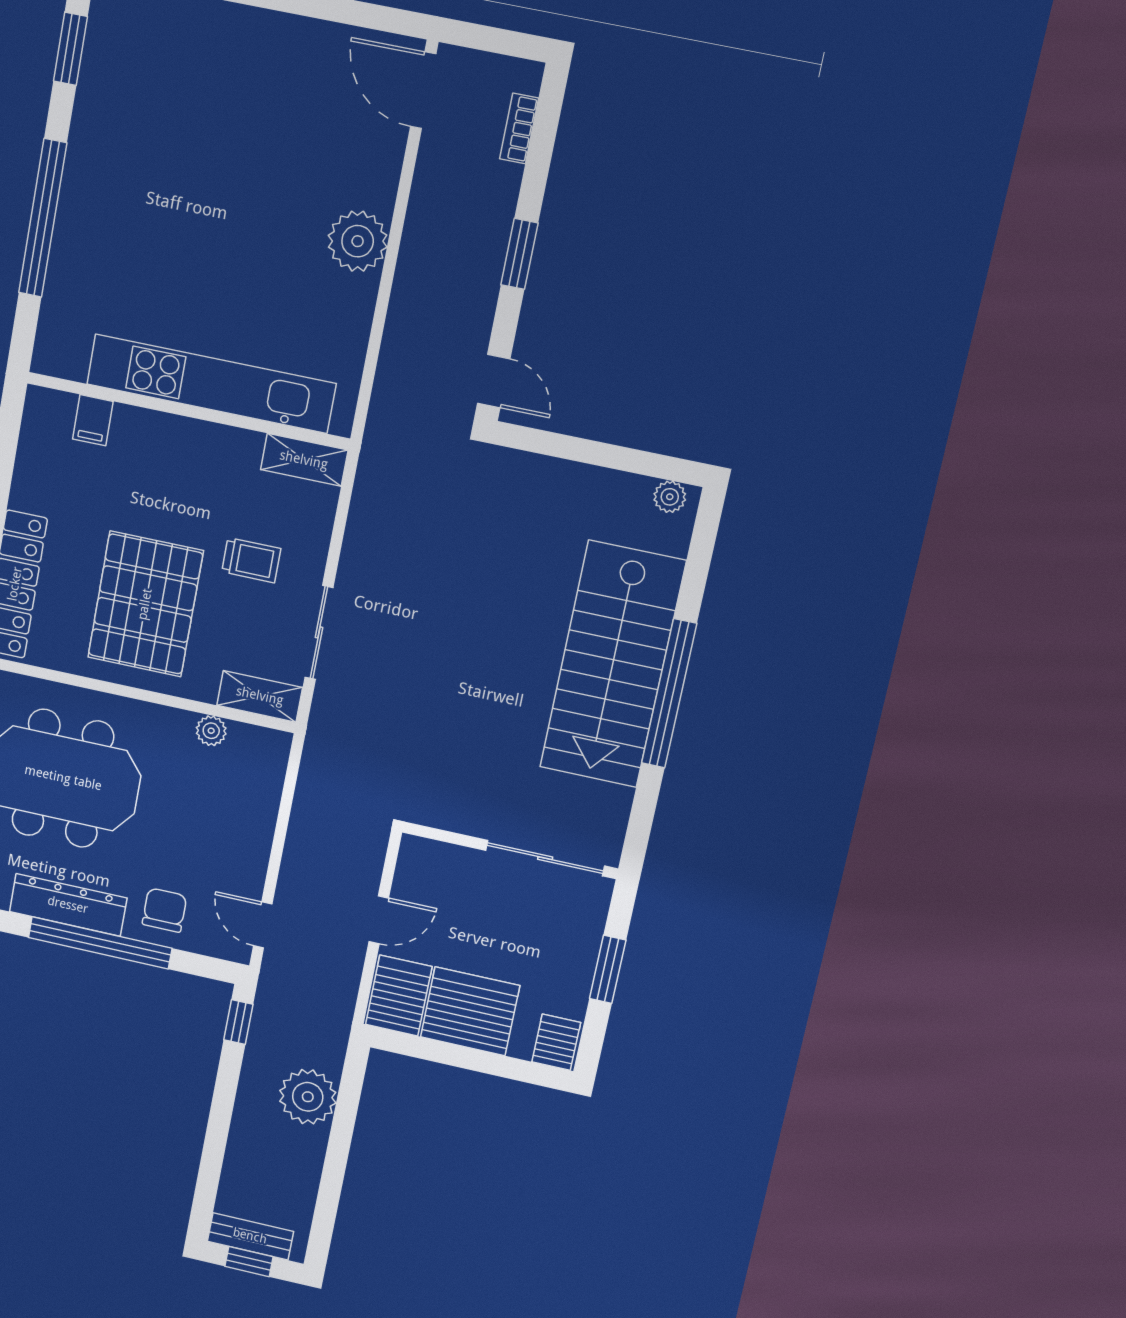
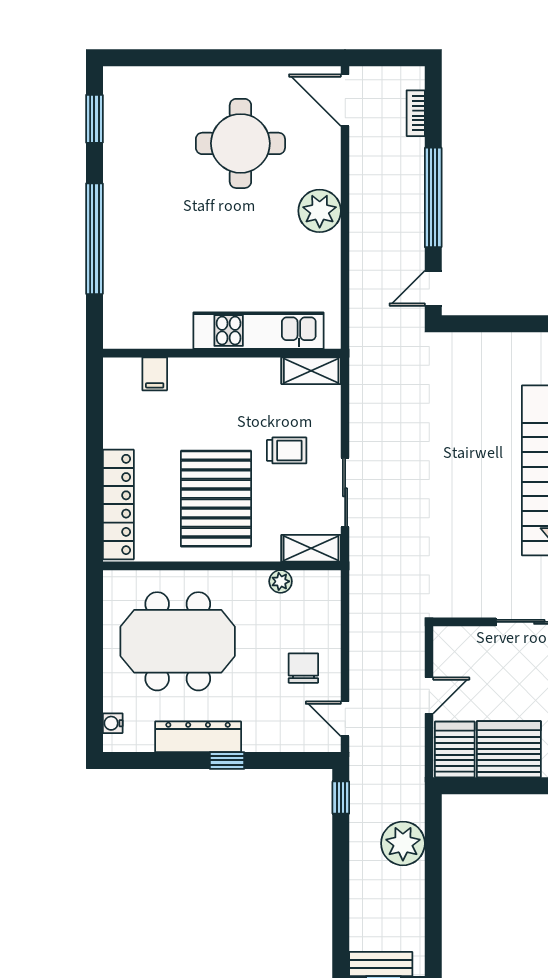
round table: (266, 124) -> (240, 143), added
window: (519, 254) -> (433, 197), width x2.11
door: (494, 381) -> (433, 288), swing flipped
kitchen unit: (211, 384) -> (259, 331), width x0.73
chair: (164, 910) -> (303, 668), moved
window: (100, 943) -> (227, 760), width x0.32

